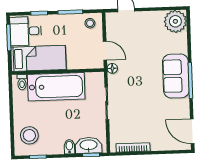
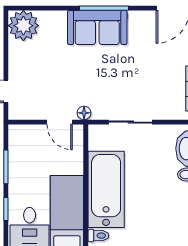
stool: (90, 23) -> (22, 141), removed
door: (105, 51) -> (60, 122), swing flipped
stool: (29, 135) -> (171, 228), removed

